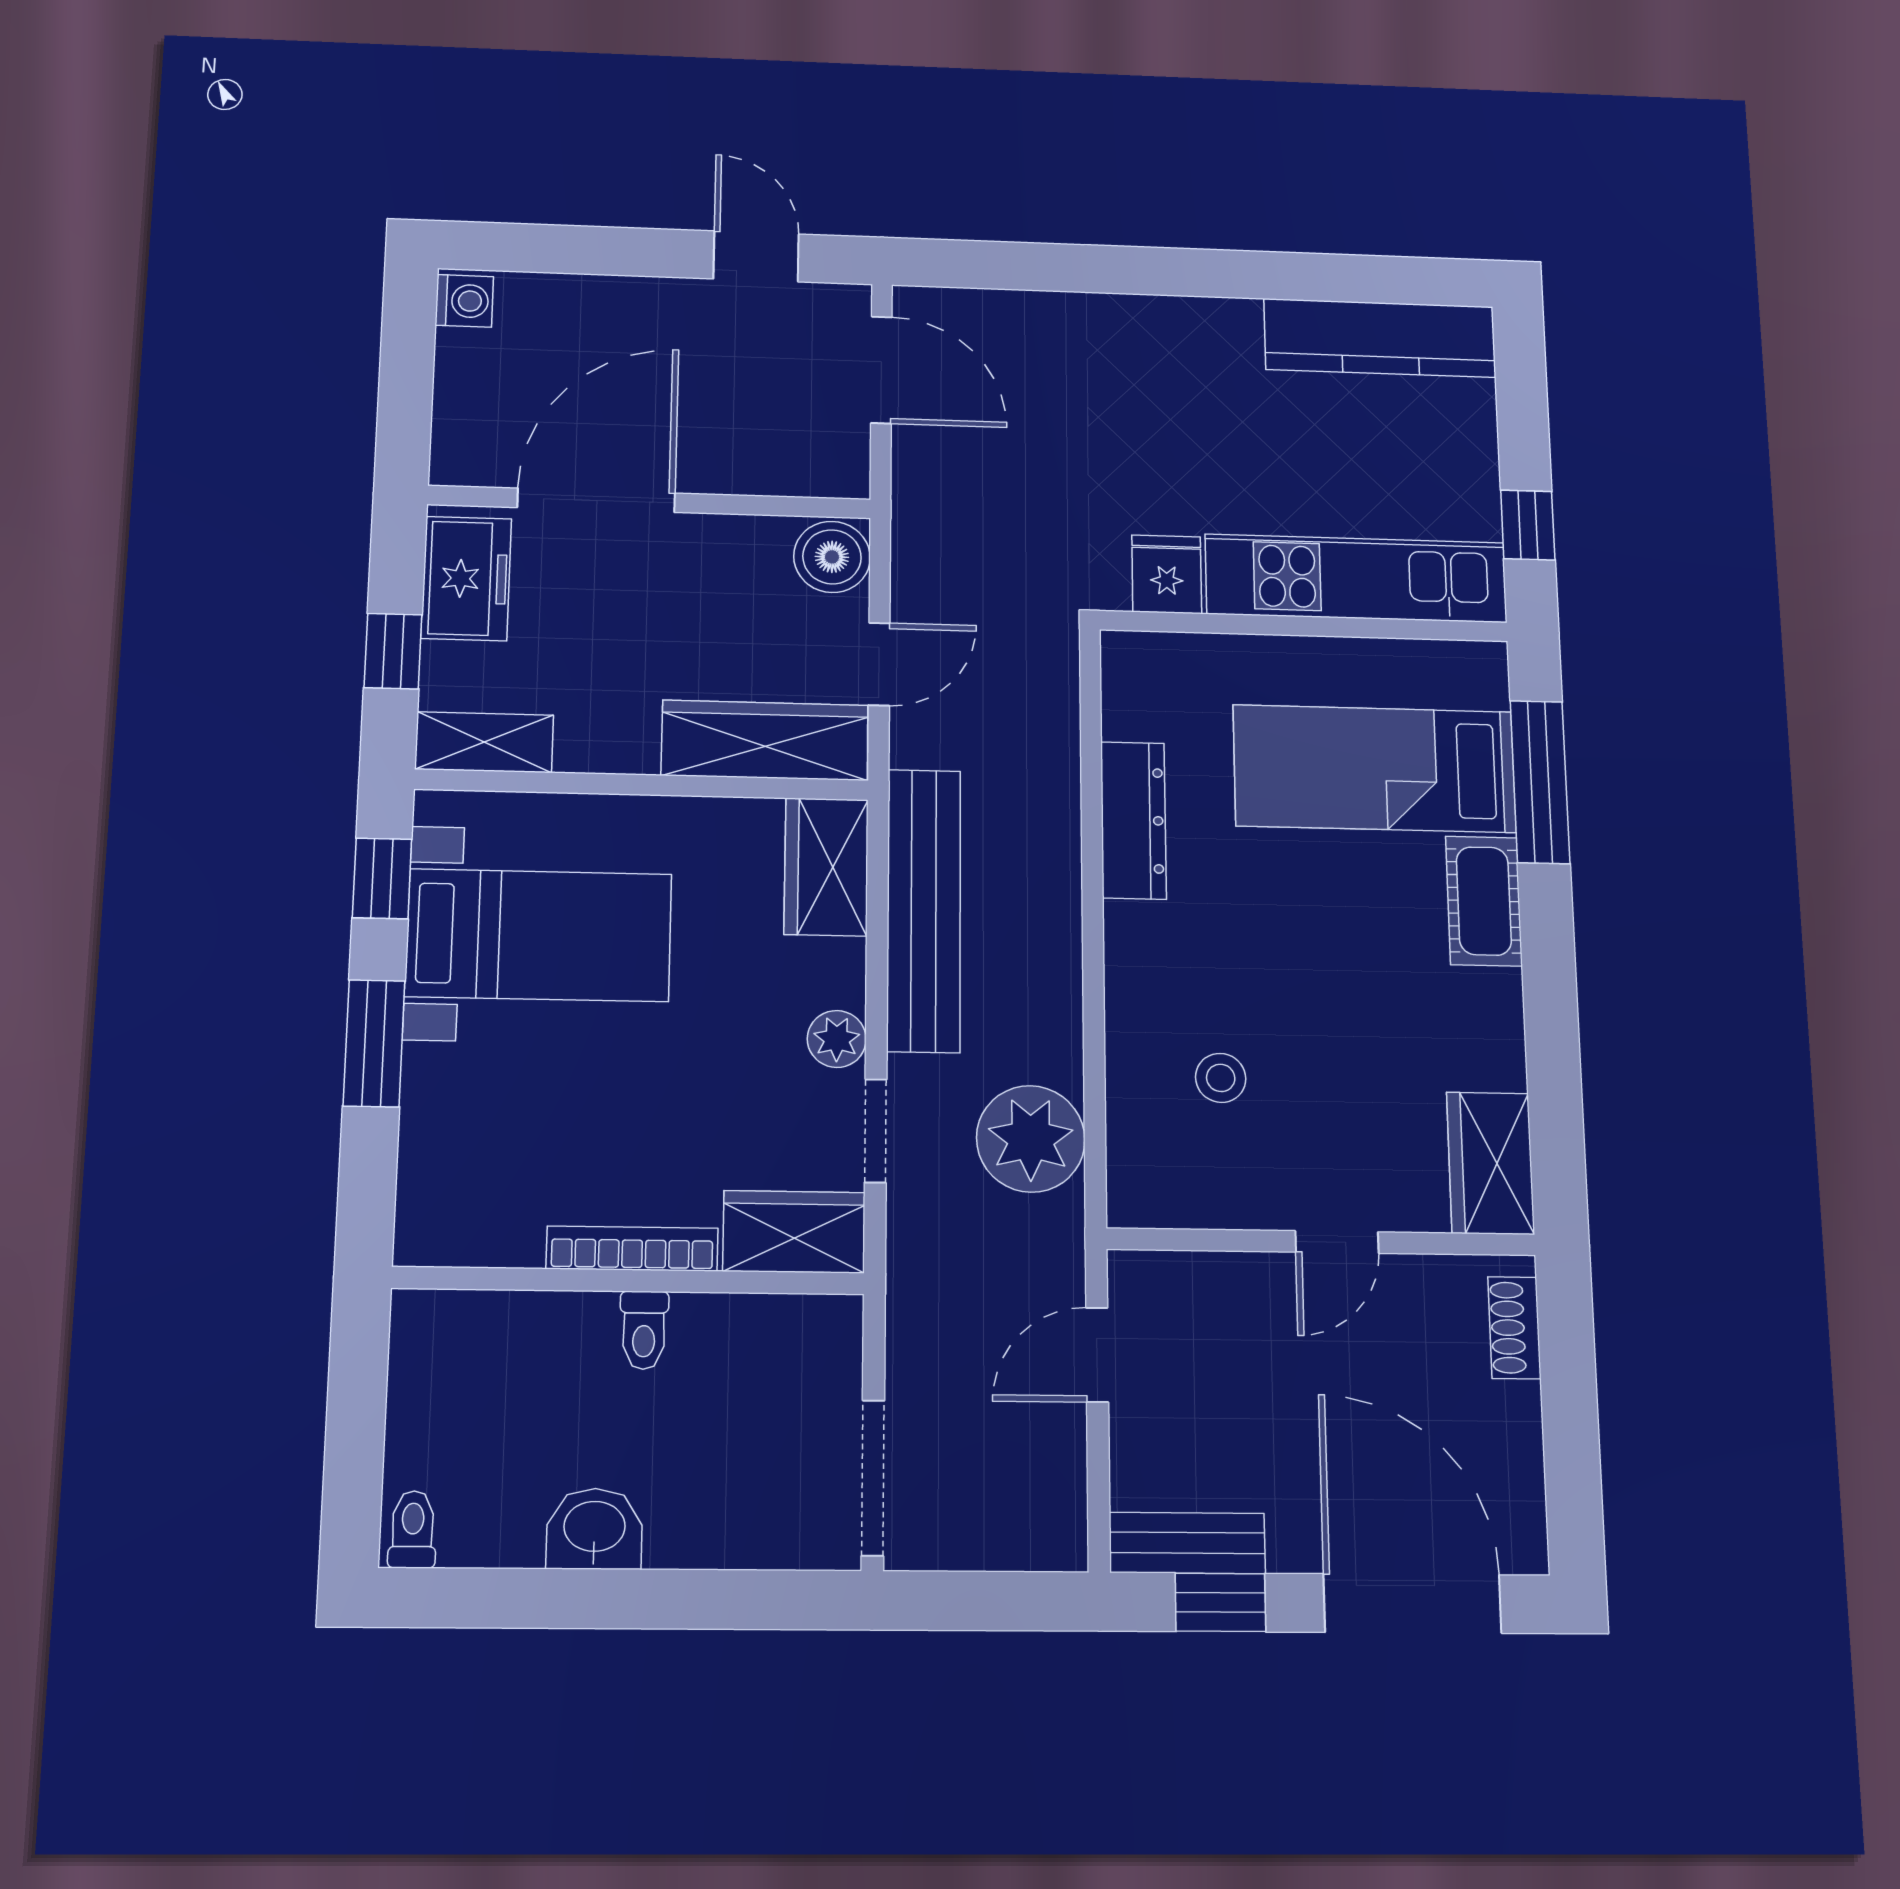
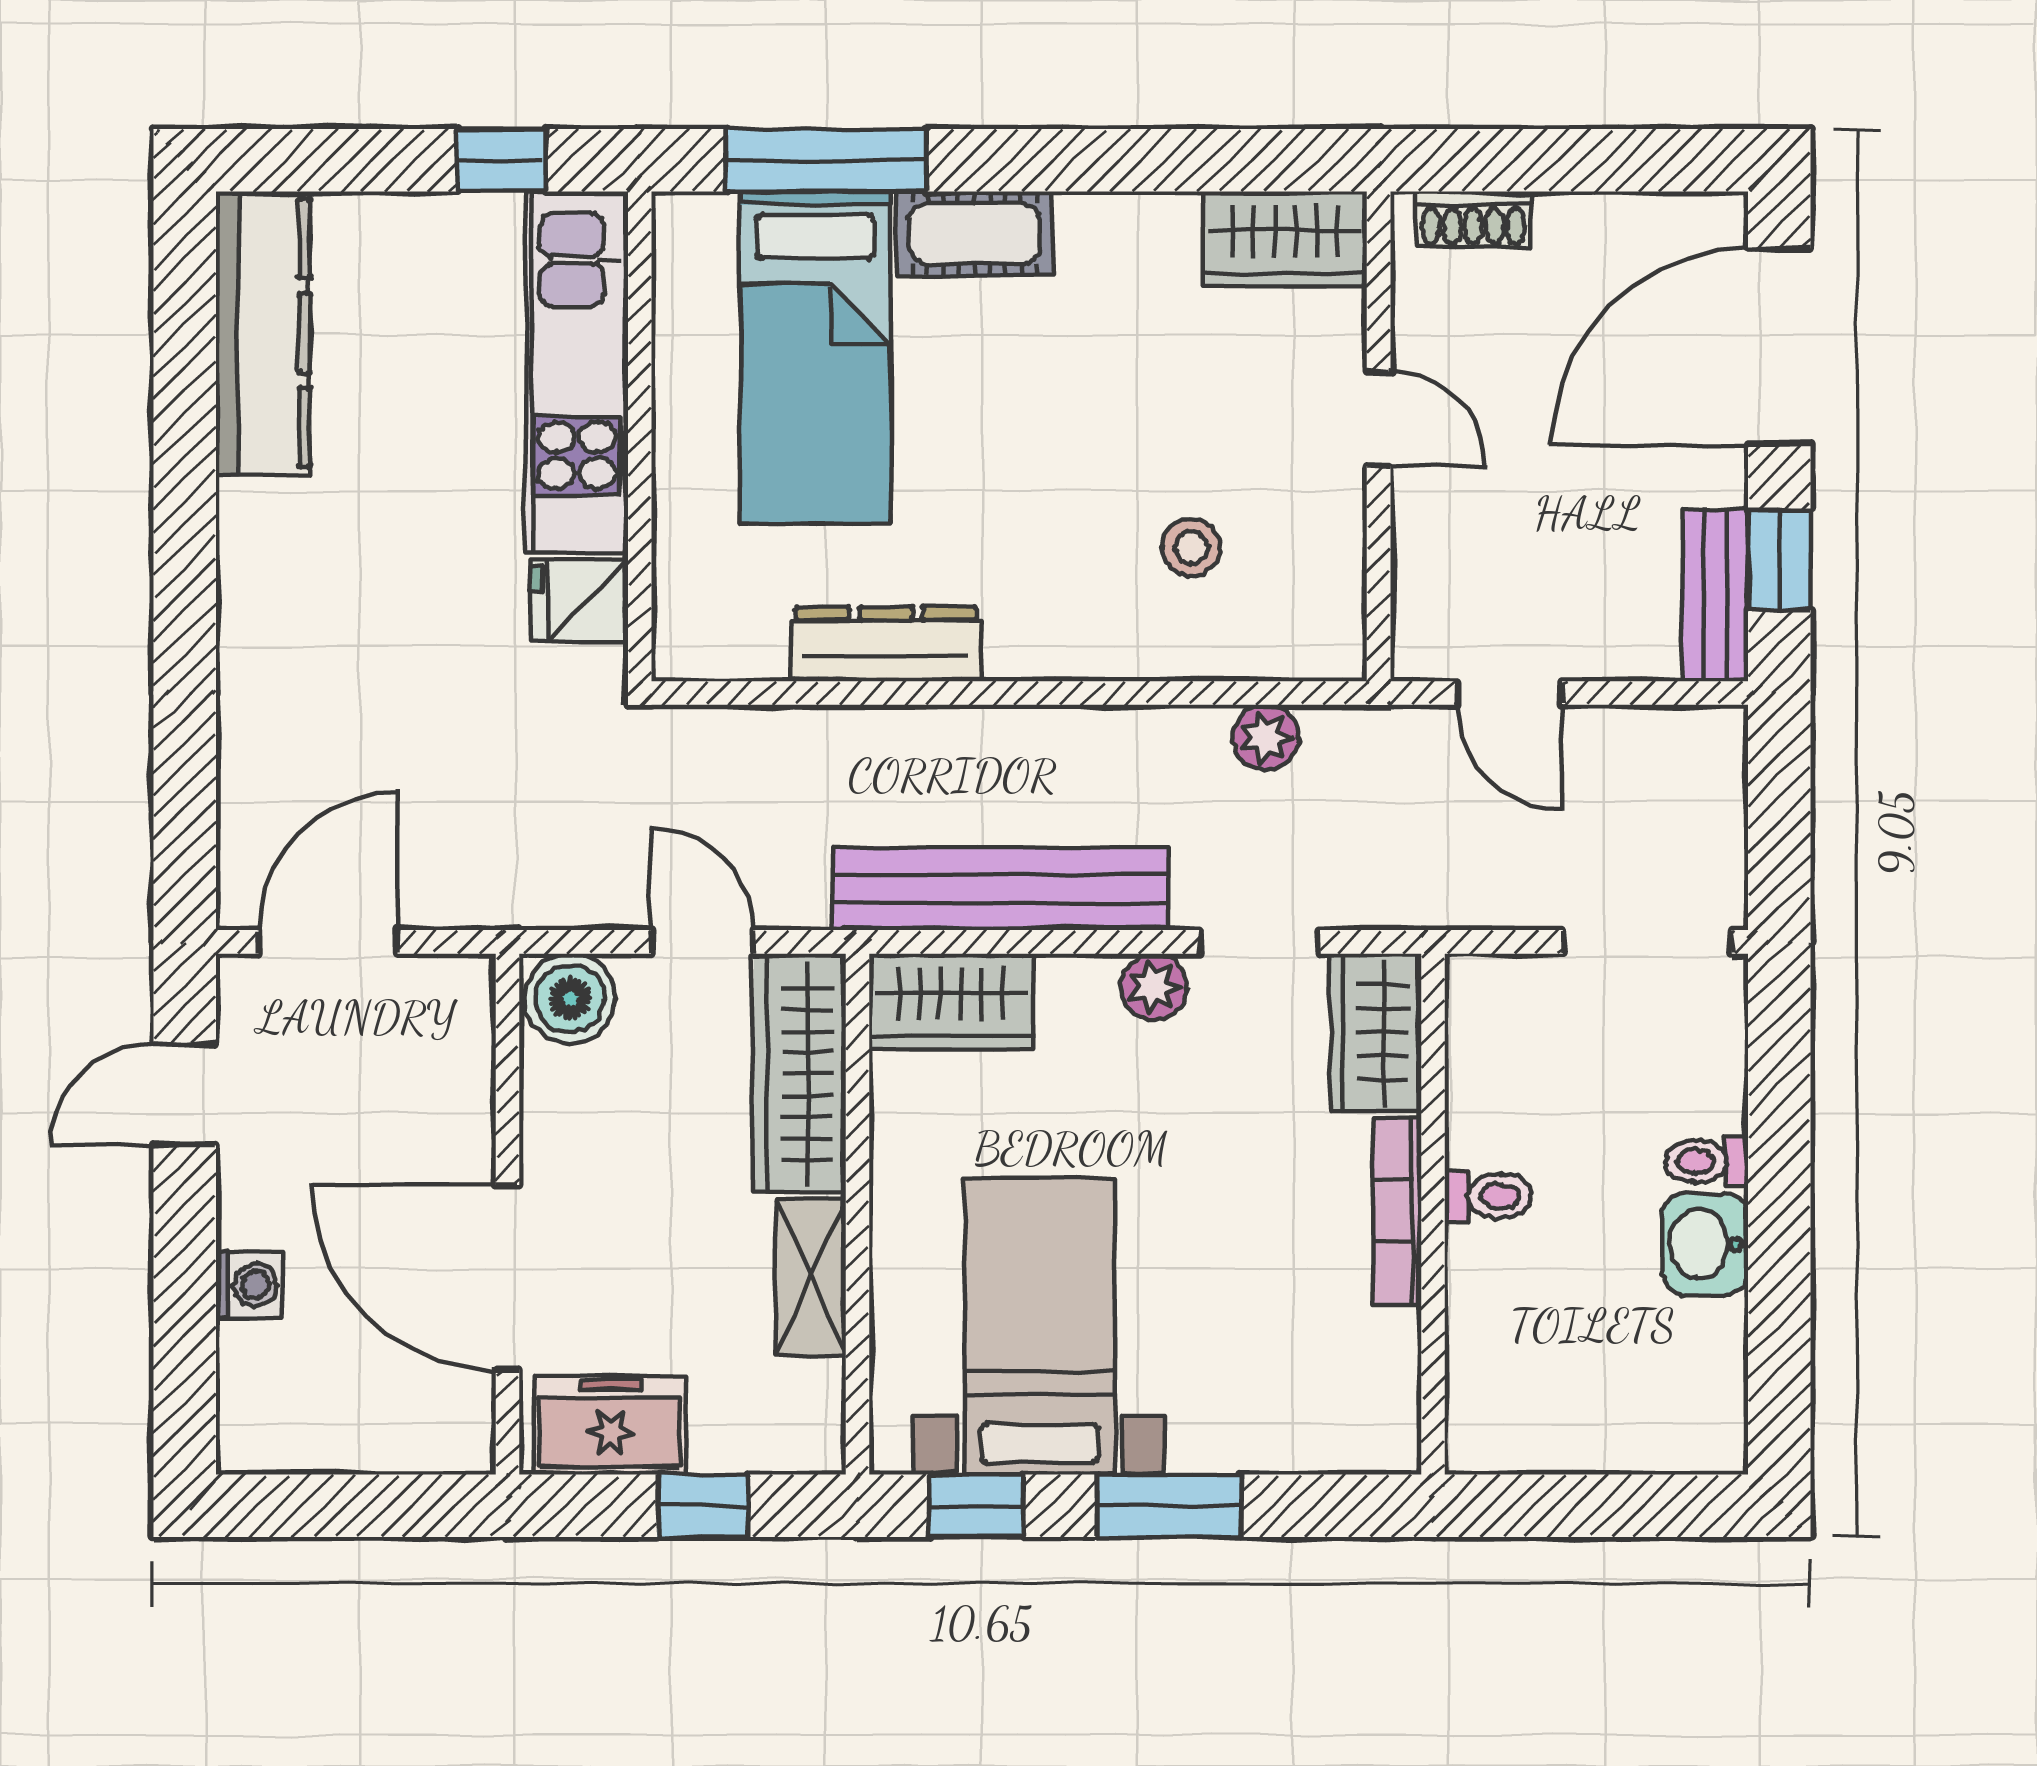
washing machine: (464, 301) -> (249, 1285), moved, turned 90
shelving: (484, 742) -> (811, 1277), moved
plant: (1031, 1139) -> (1266, 737), width x0.53, depth x0.53
toilet: (413, 1529) -> (1707, 1161), moved

